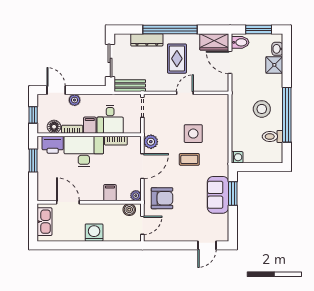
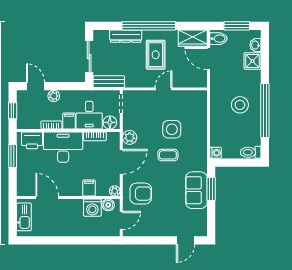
floor lamp: (54, 127) -> (110, 122), moved
toilet: (273, 137) -> (251, 152), moved
washing machine: (94, 233) -> (92, 208), moved, turned 180

